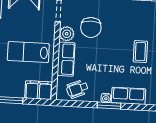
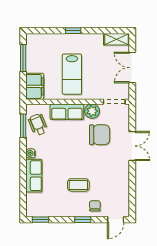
chair: (91, 27) -> (100, 135), turned 180
lab bench: (28, 52) -> (72, 74), turned 180
window: (109, 106) -> (23, 126), moved

